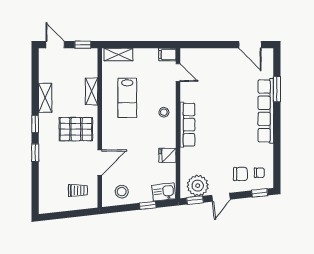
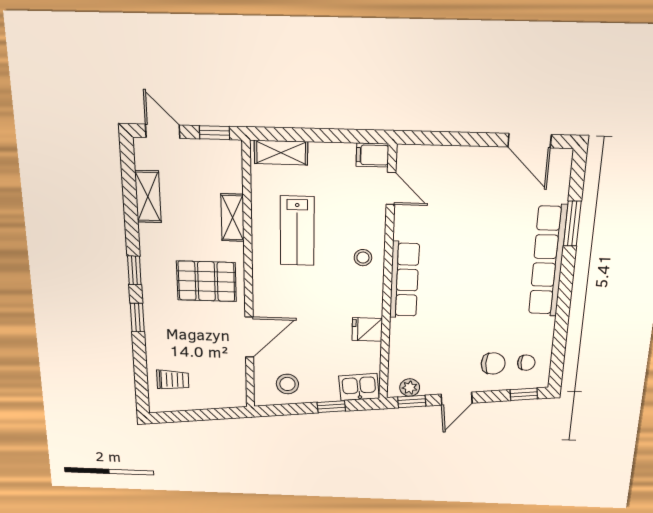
shelving: (45, 98) -> (148, 197), moved
plant: (198, 186) -> (410, 388), width x0.53, depth x0.53
trolley: (78, 190) -> (173, 380), moved

